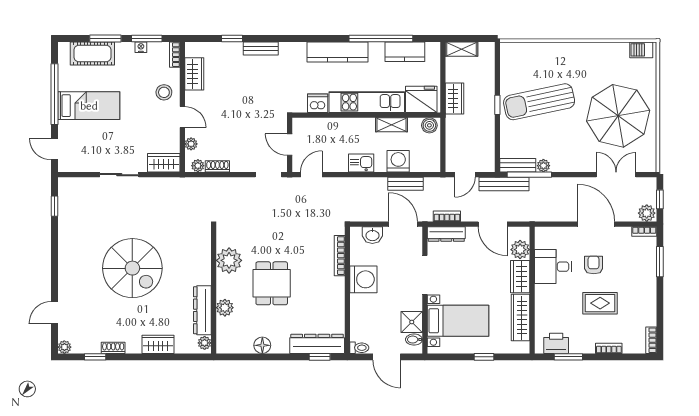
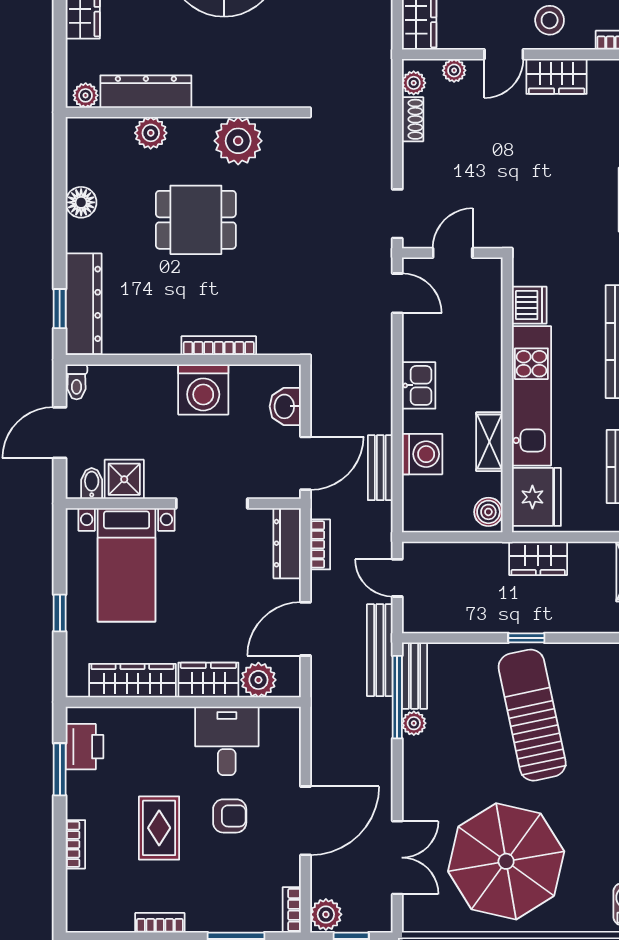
wardrobe: (194, 74) -> (557, 76), moved
bookcase: (340, 256) -> (219, 346), moved
bookcase: (651, 340) -> (160, 923), moved

